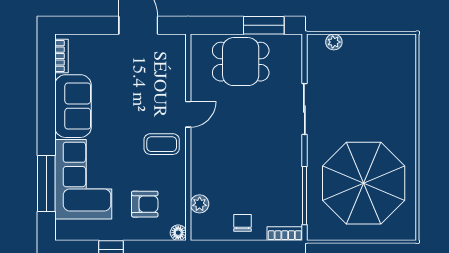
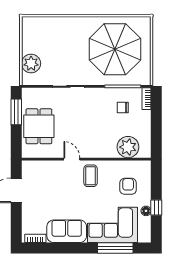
plant: (334, 42) -> (31, 63), width x1.88, depth x1.88
plant: (200, 204) -> (128, 147), width x1.87, depth x1.87
chair: (243, 223) -> (123, 107), moved
floor lamp: (178, 233) -> (146, 211), moved

